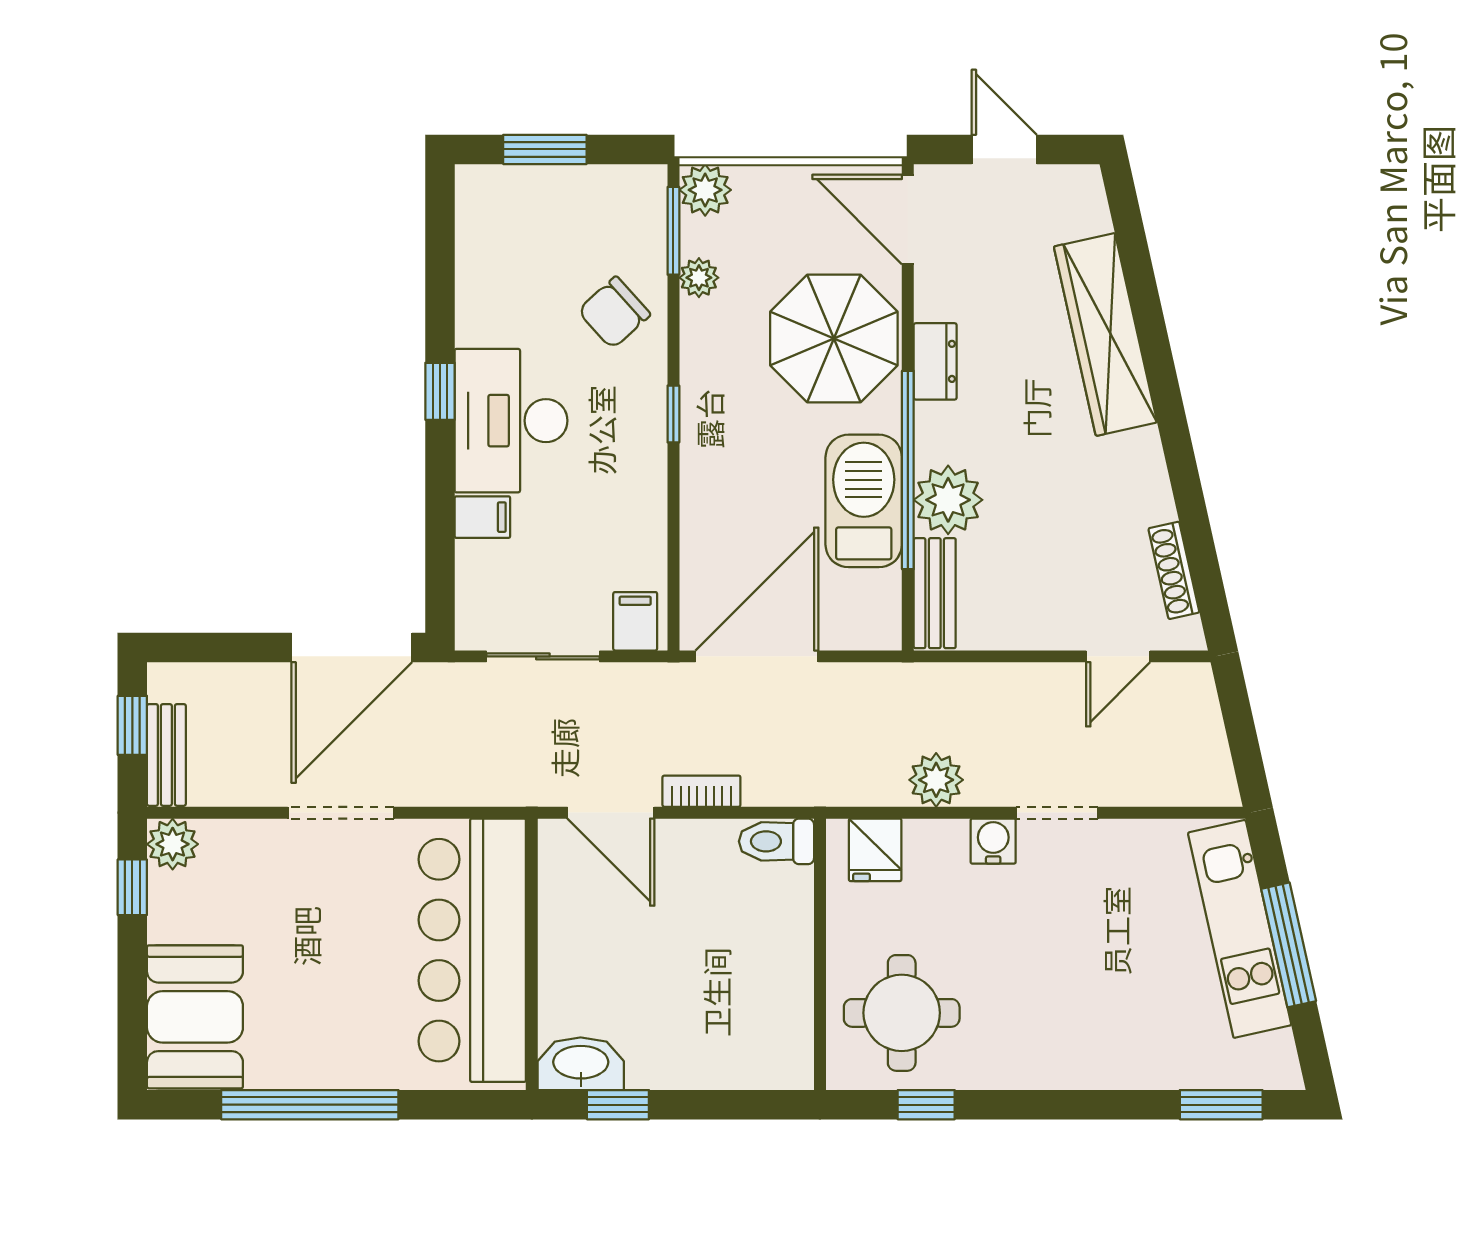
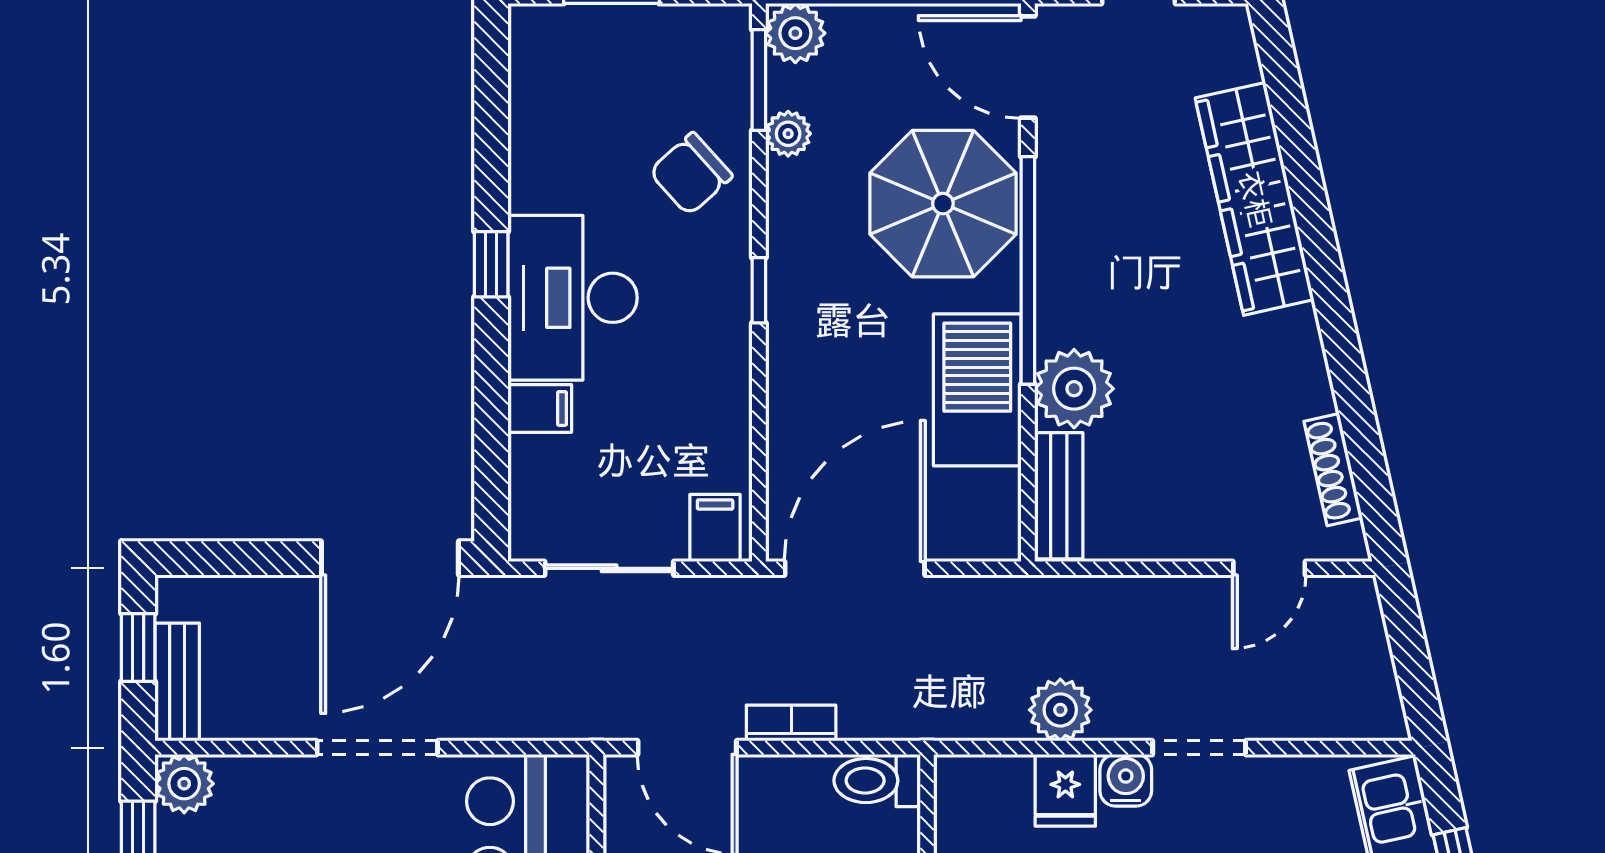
dresser: (935, 361) -> (1059, 230), removed
window: (908, 470) -> (1028, 270), moved
fridge: (875, 850) -> (1065, 790), moved

